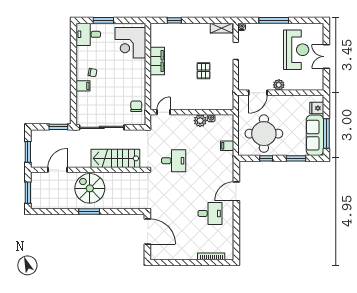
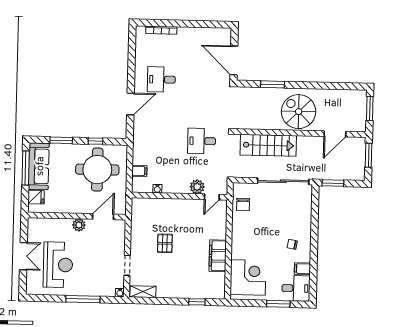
reception desk: (296, 50) -> (58, 265), turned 180
filing cabinet: (83, 86) -> (302, 269), moved
plant: (200, 121) -> (197, 187), moved
filing cabinet: (227, 146) -> (139, 171), moved
spiral stairs: (90, 188) -> (299, 112), turned 180
window: (89, 211) -> (272, 84), moved

